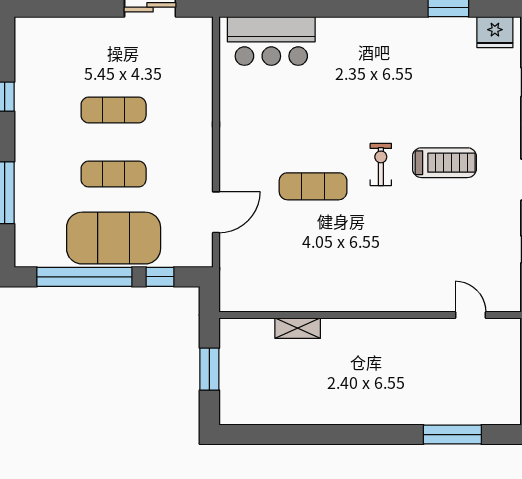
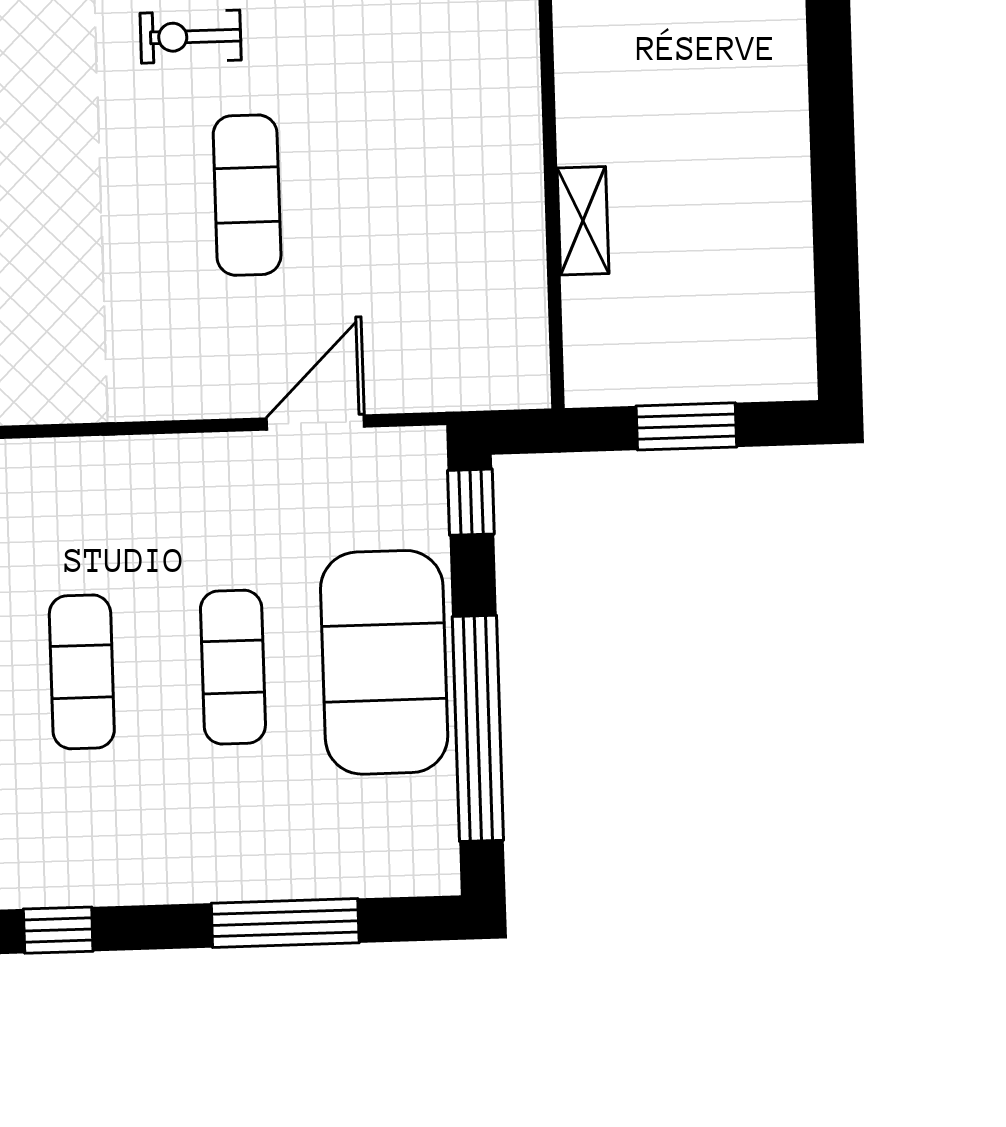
door: (216, 212) -> (315, 423), hinge flipped
window: (160, 277) -> (471, 502), moved

